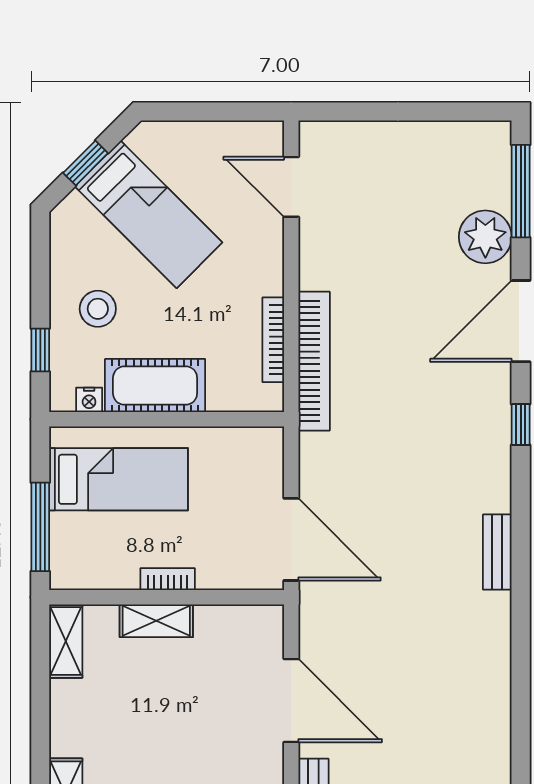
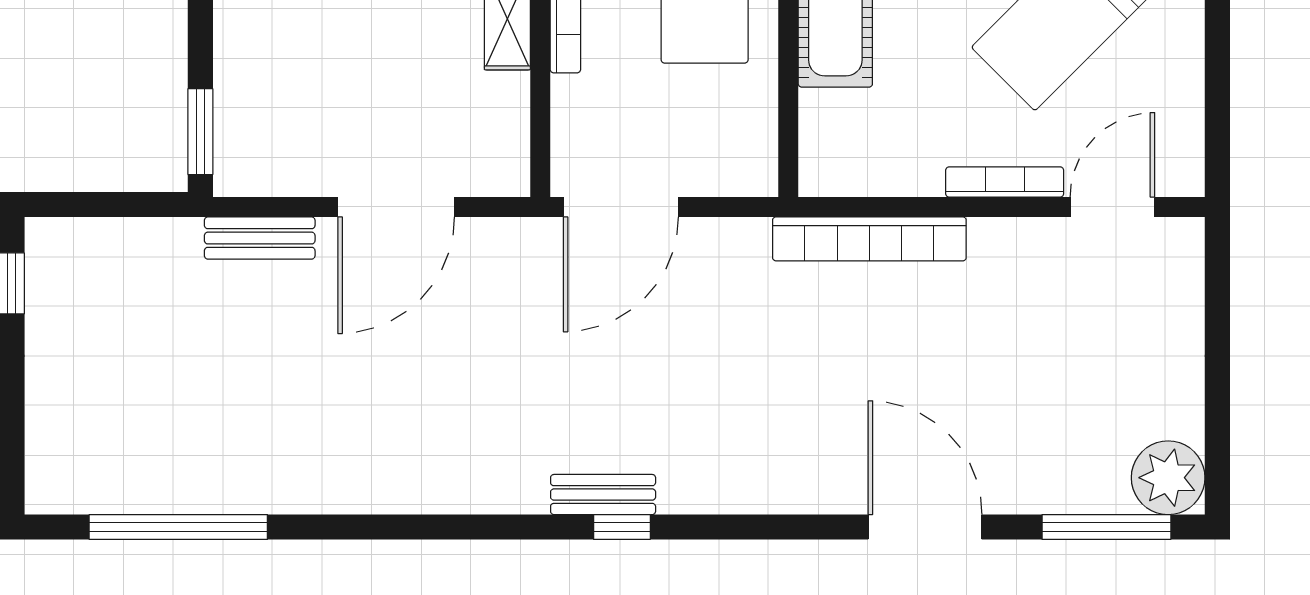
plant: (485, 237) -> (1168, 478), moved
bookcase: (273, 340) -> (1005, 182), moved
window: (521, 425) -> (622, 527), moved

